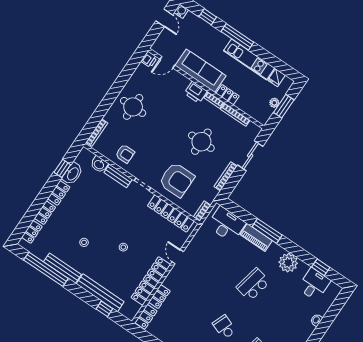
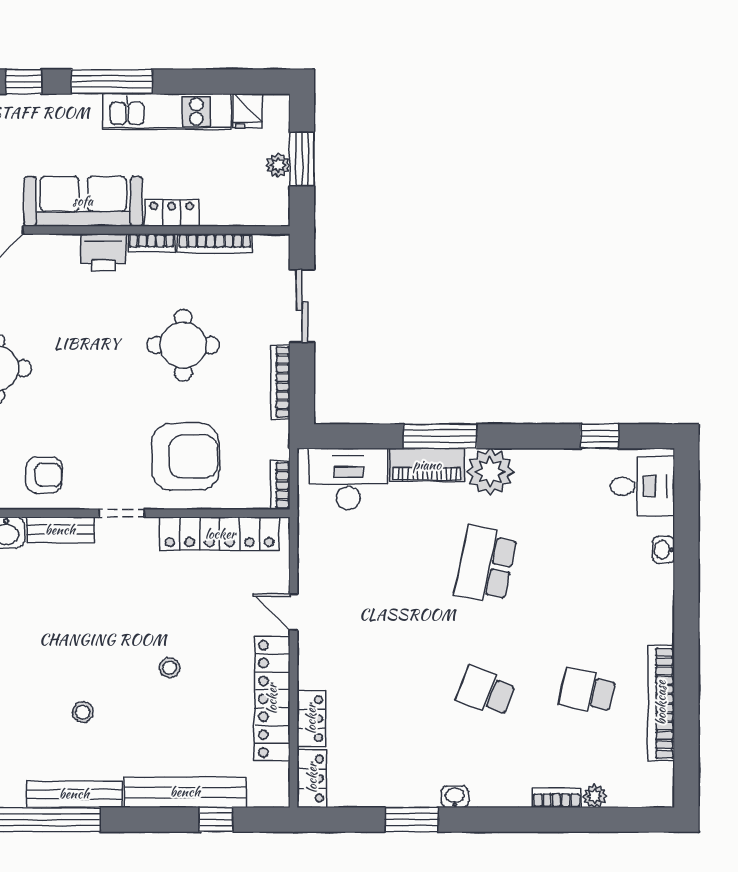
plant: (288, 263) -> (490, 472), moved
desk: (314, 284) -> (642, 486), moved, turned 90

